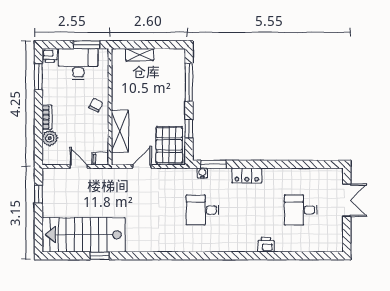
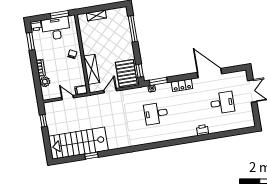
window: (189, 129) -> (140, 71), moved
door: (289, 164) -> (210, 73), added
desk: (301, 210) -> (222, 103), turned 180

